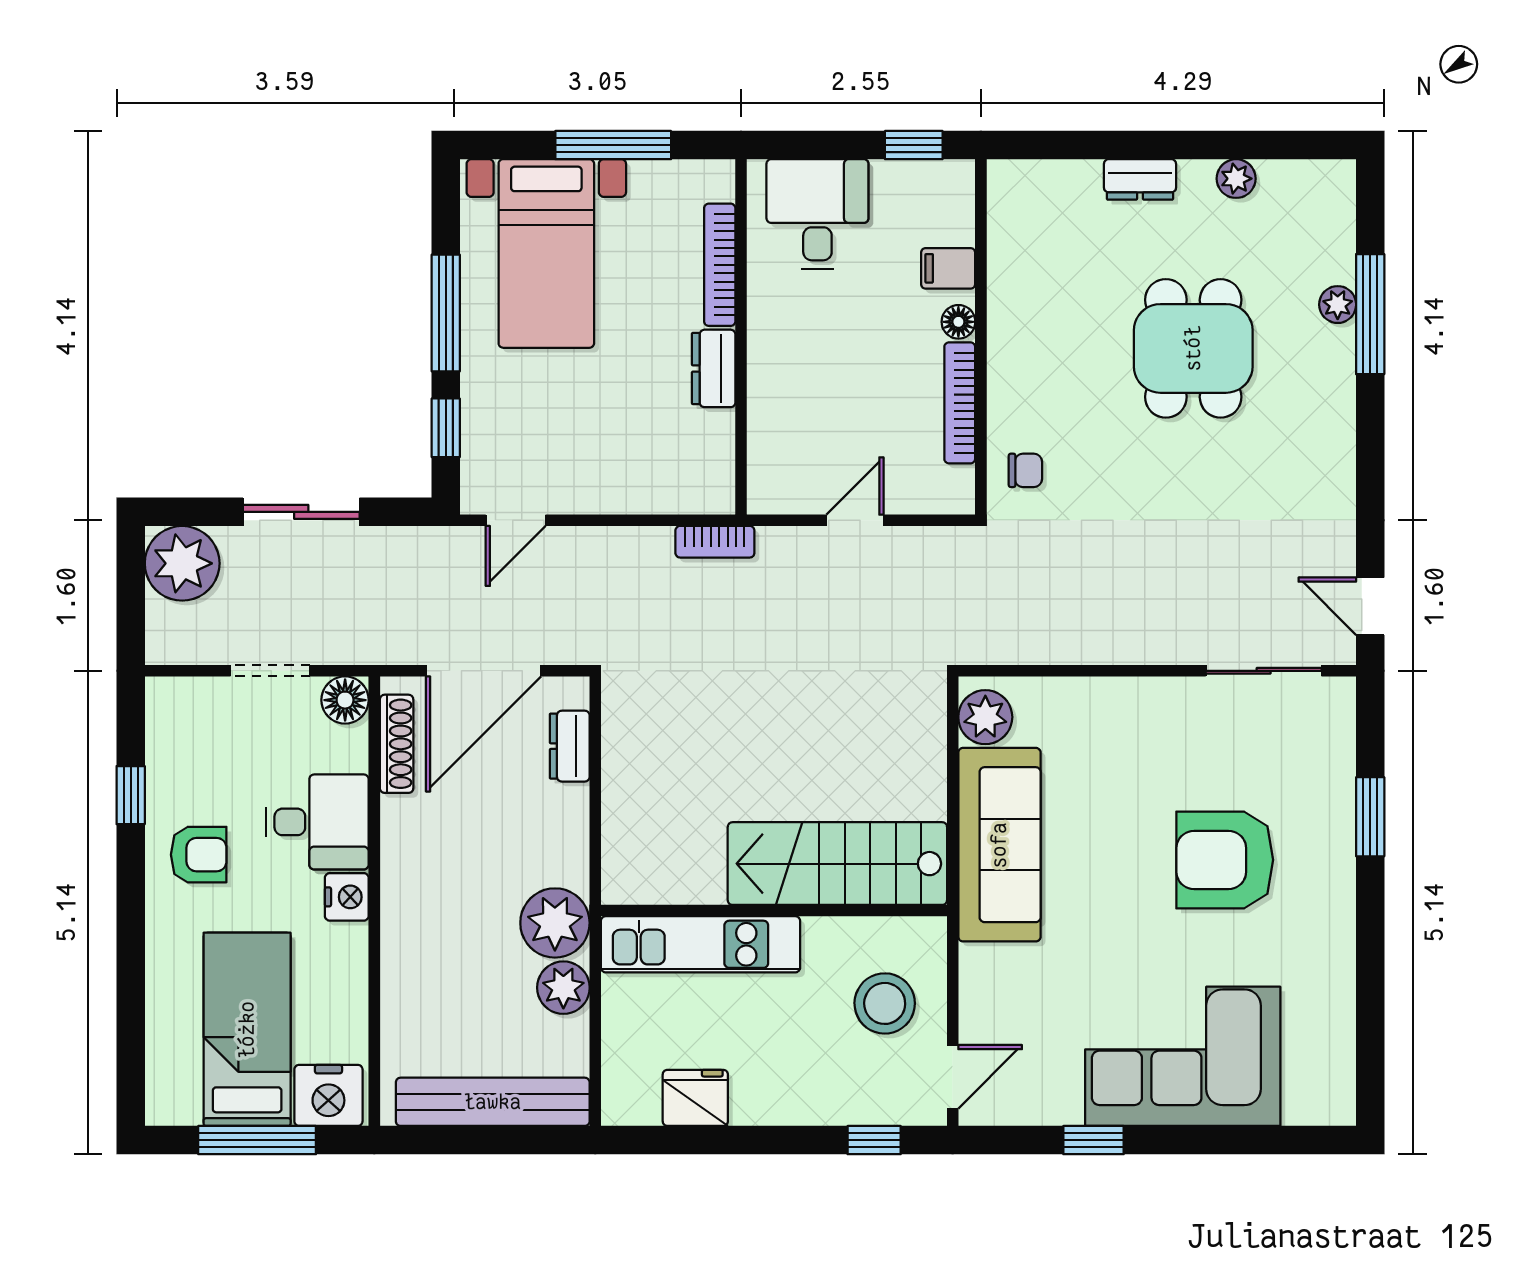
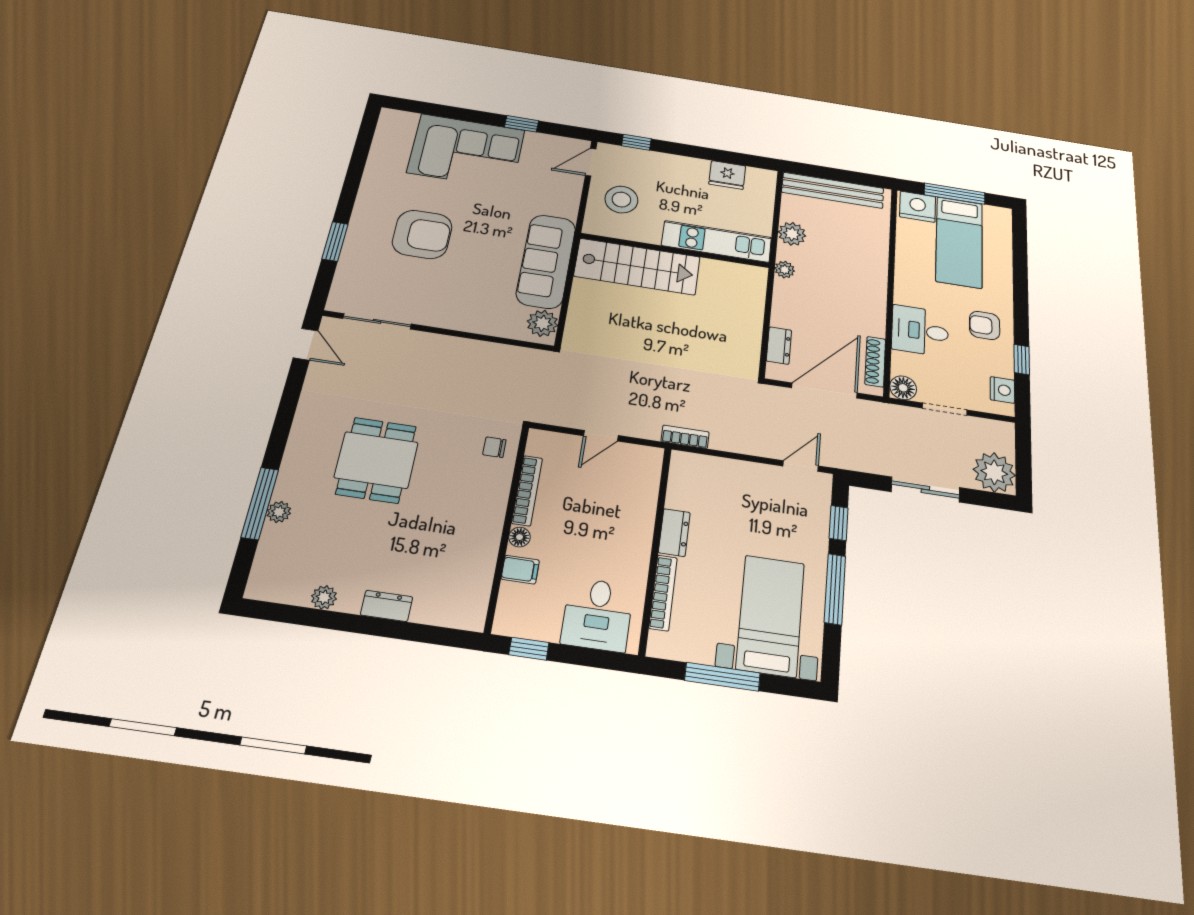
dining table: (1193, 348) -> (376, 460), moved
nightstand: (347, 897) -> (1002, 390), moved, turned 180
plant: (555, 923) -> (785, 270), width x0.53, depth x0.53

